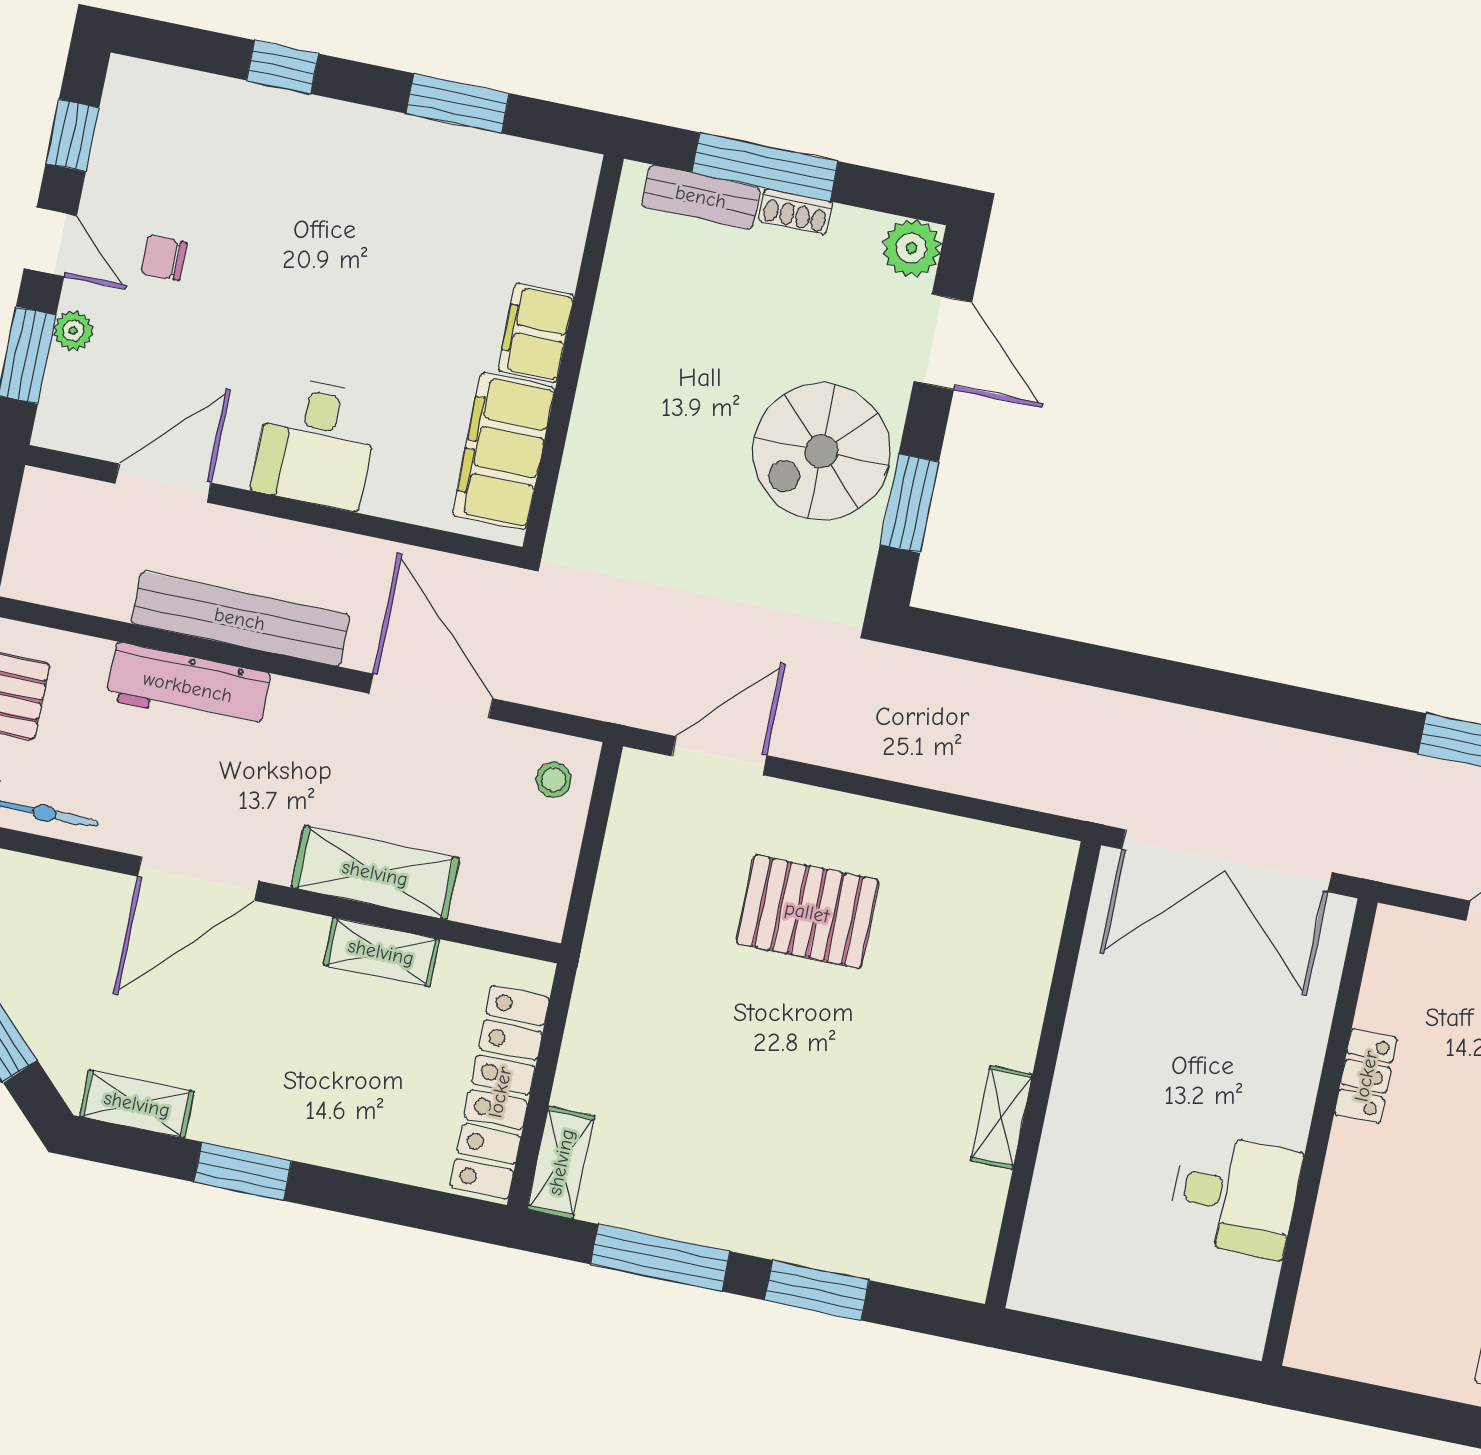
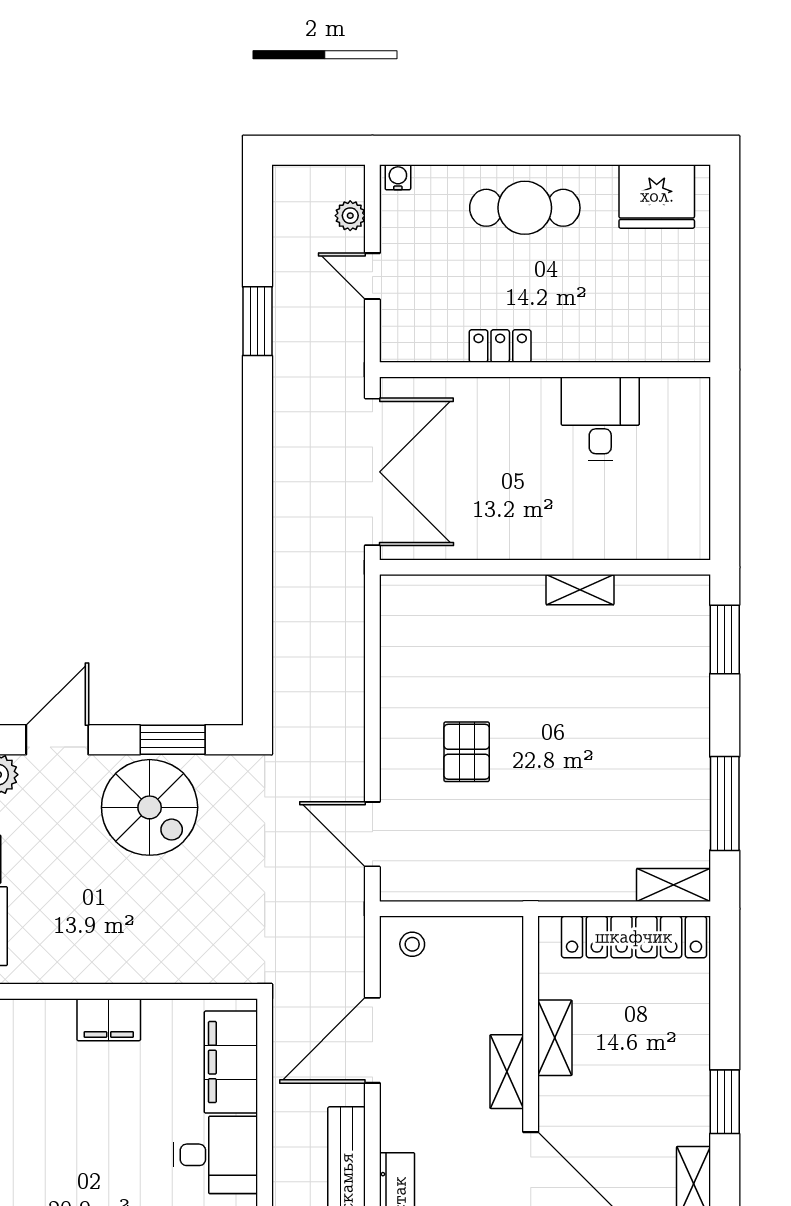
filing cabinet: (504, 451) -> (231, 1062), moved, turned 90
shelving: (375, 873) -> (507, 1072), width x0.67, depth x0.75
pallet: (807, 912) -> (467, 752), width x0.67, depth x0.71
window: (817, 1290) -> (725, 639), moved

